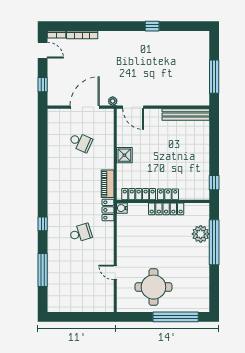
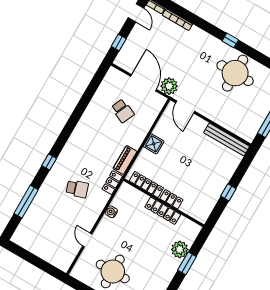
window: (152, 26) -> (230, 40), moved
round table: (159, 52) -> (235, 73), added
plant: (113, 101) -> (169, 86), width x1.88, depth x1.88
door: (85, 107) -> (144, 83), hinge flipped
window: (214, 183) -> (228, 192), moved
water cooler: (122, 208) -> (111, 212), moved
window: (214, 242) -> (187, 263), width x0.47

